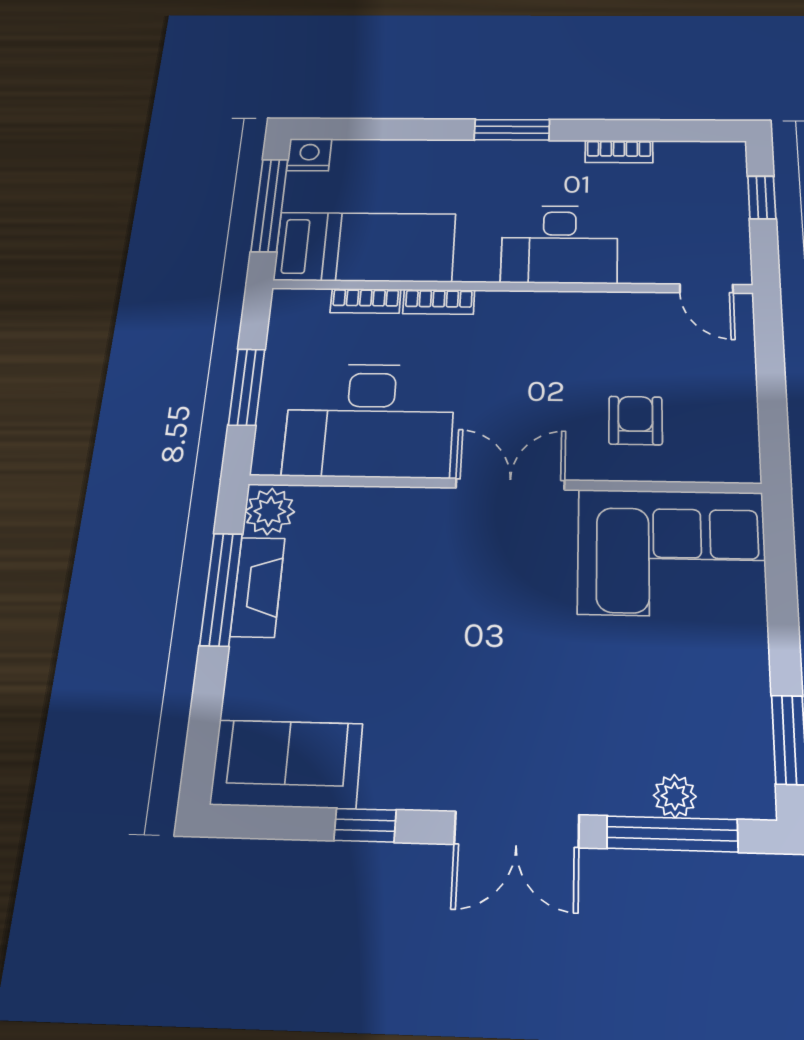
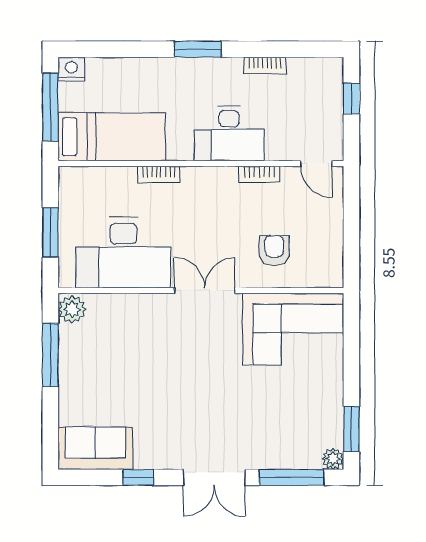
bookcase: (366, 301) -> (259, 174), moved
fireplace: (258, 587) -> (70, 353), removed
plant: (675, 796) -> (333, 459), moved

